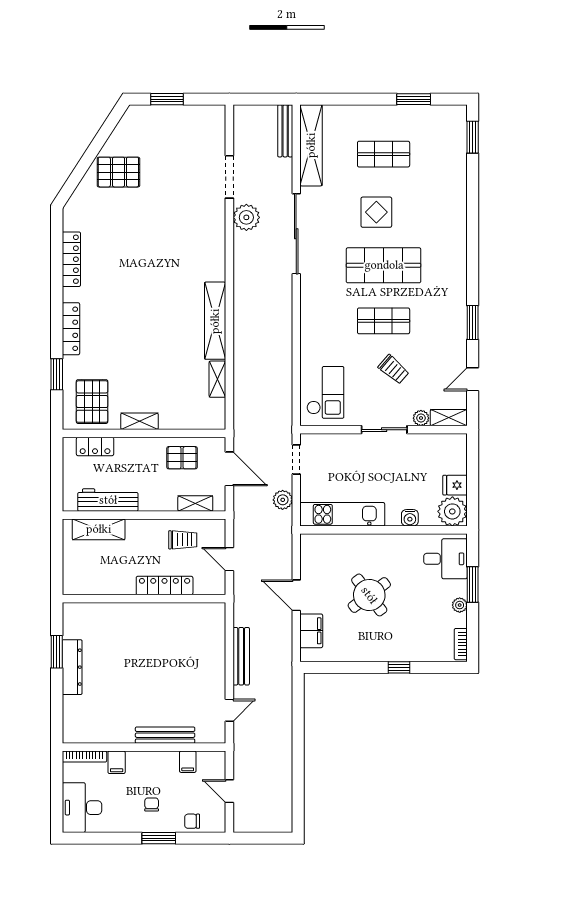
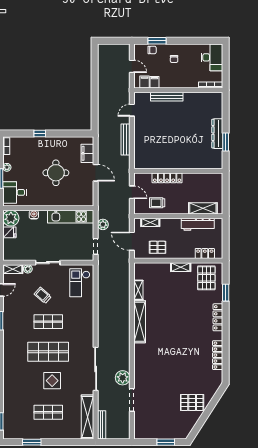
round table: (369, 595) -> (56, 173), turned 37
filing cabinet: (117, 762) -> (145, 82), moved
window: (159, 838) -> (157, 41), moved

